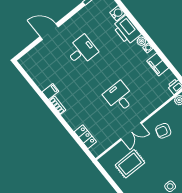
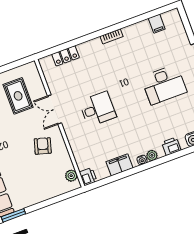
printer: (127, 30) -> (171, 146), width x0.53, depth x0.68
desk: (82, 51) -> (164, 85), width x1.37
filing cabinet: (50, 92) -> (157, 24), moved

